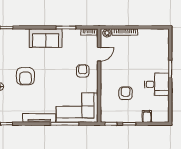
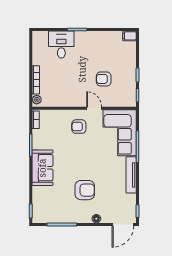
door: (99, 54) -> (94, 108), moved
desk: (157, 84) -> (61, 44), moved
filing cabinet: (147, 116) -> (129, 36), moved

